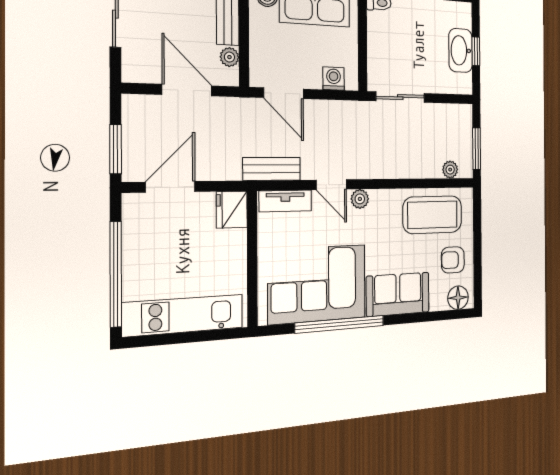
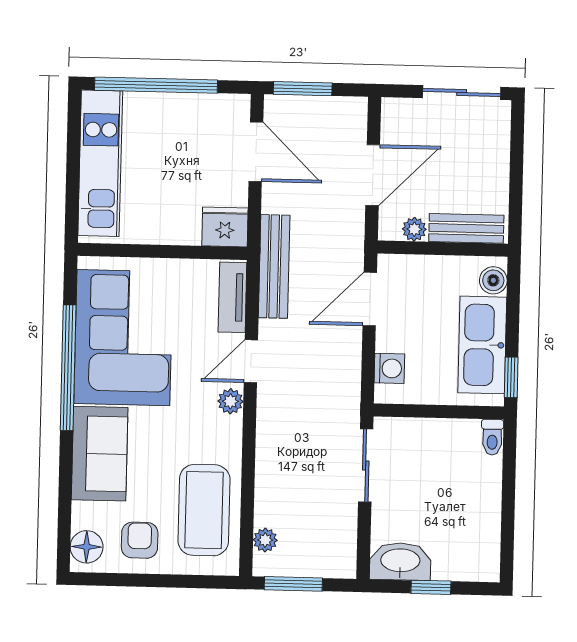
washbasin: (461, 50) -> (400, 561), moved
bench: (272, 169) -> (274, 266), width x1.36

